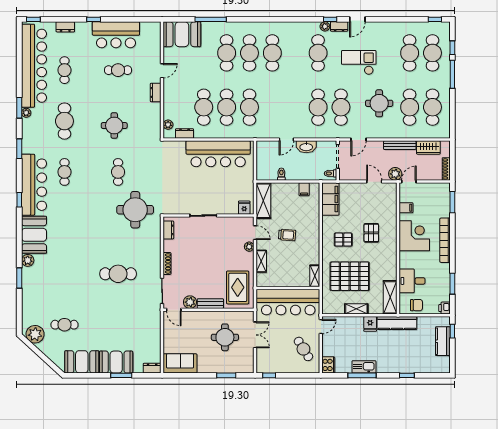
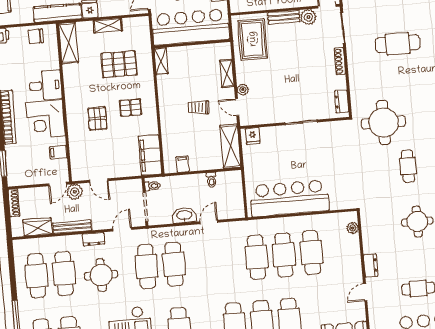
dresser: (185, 133) -> (94, 239), moved
pallet: (350, 276) -> (119, 64), width x0.73, depth x0.71
desk: (412, 281) -> (45, 85), moved

